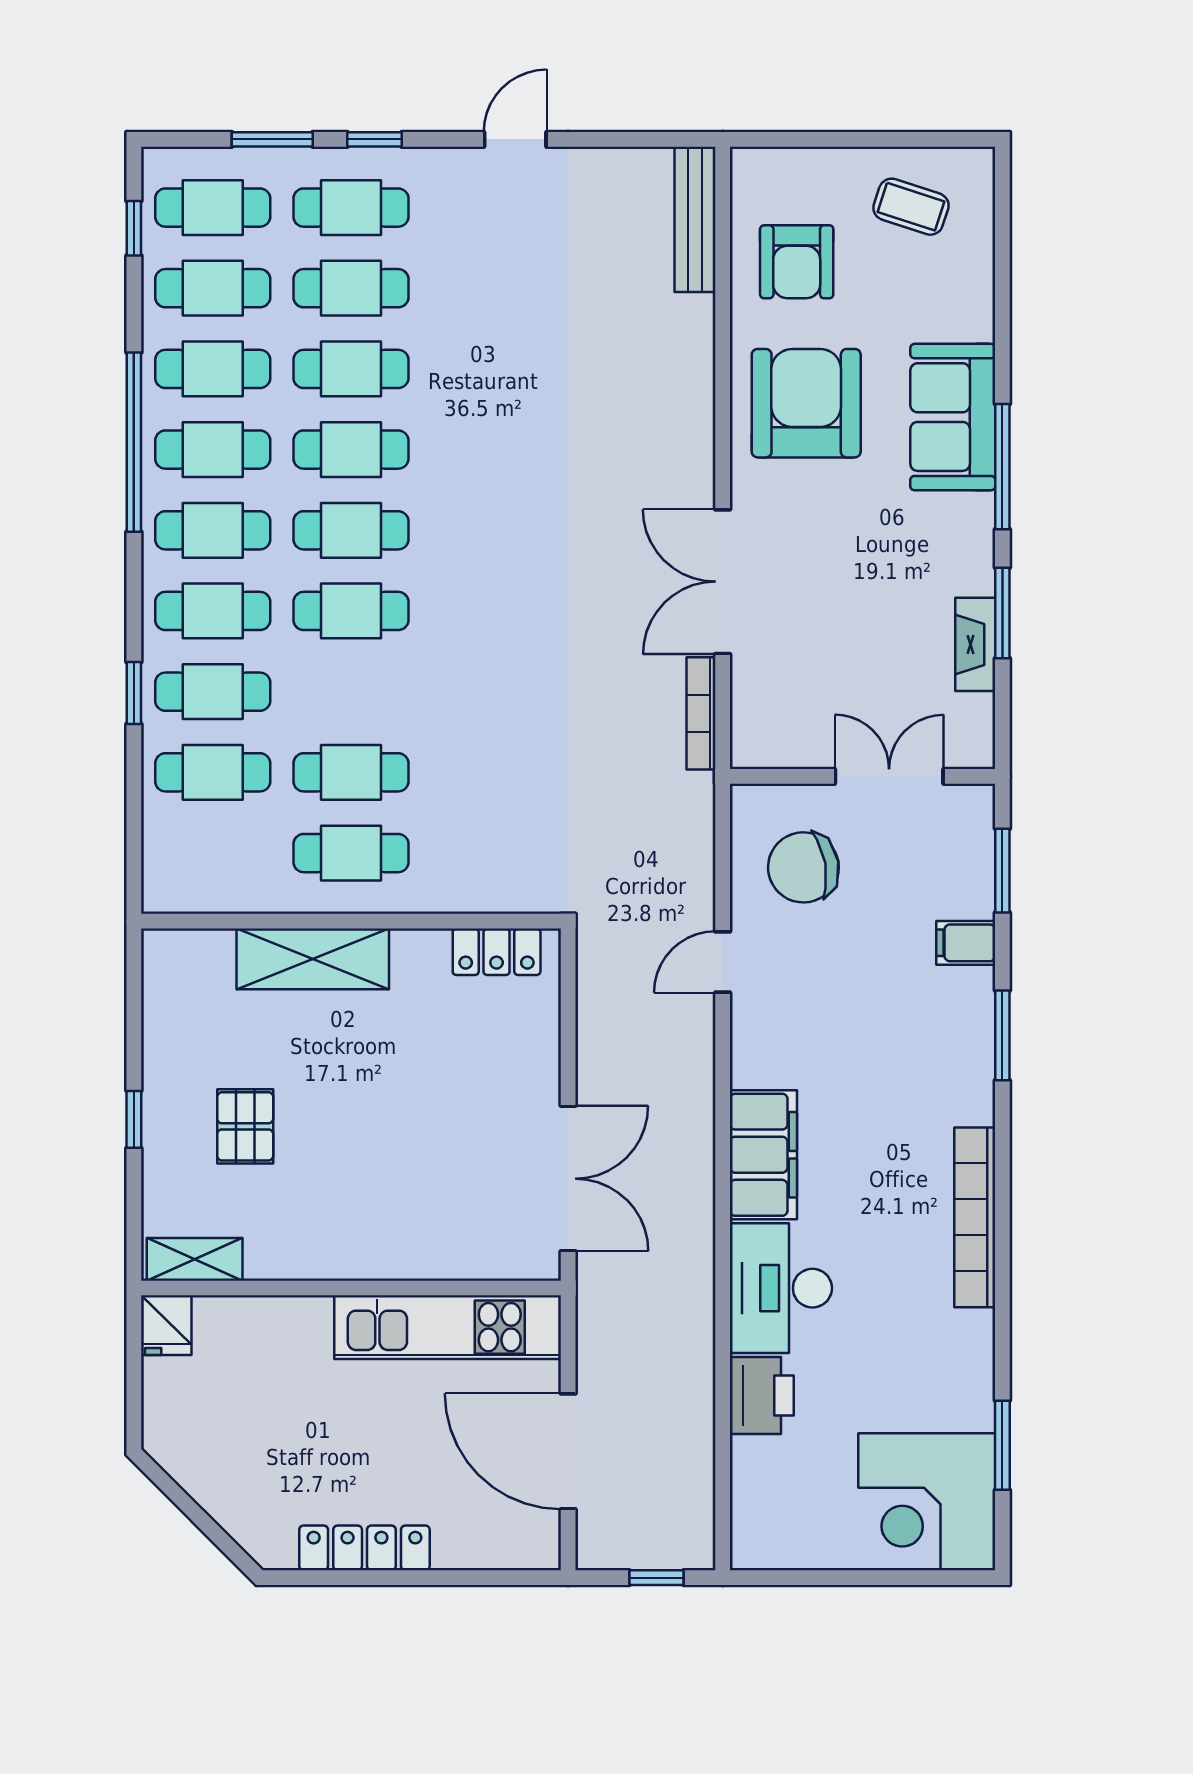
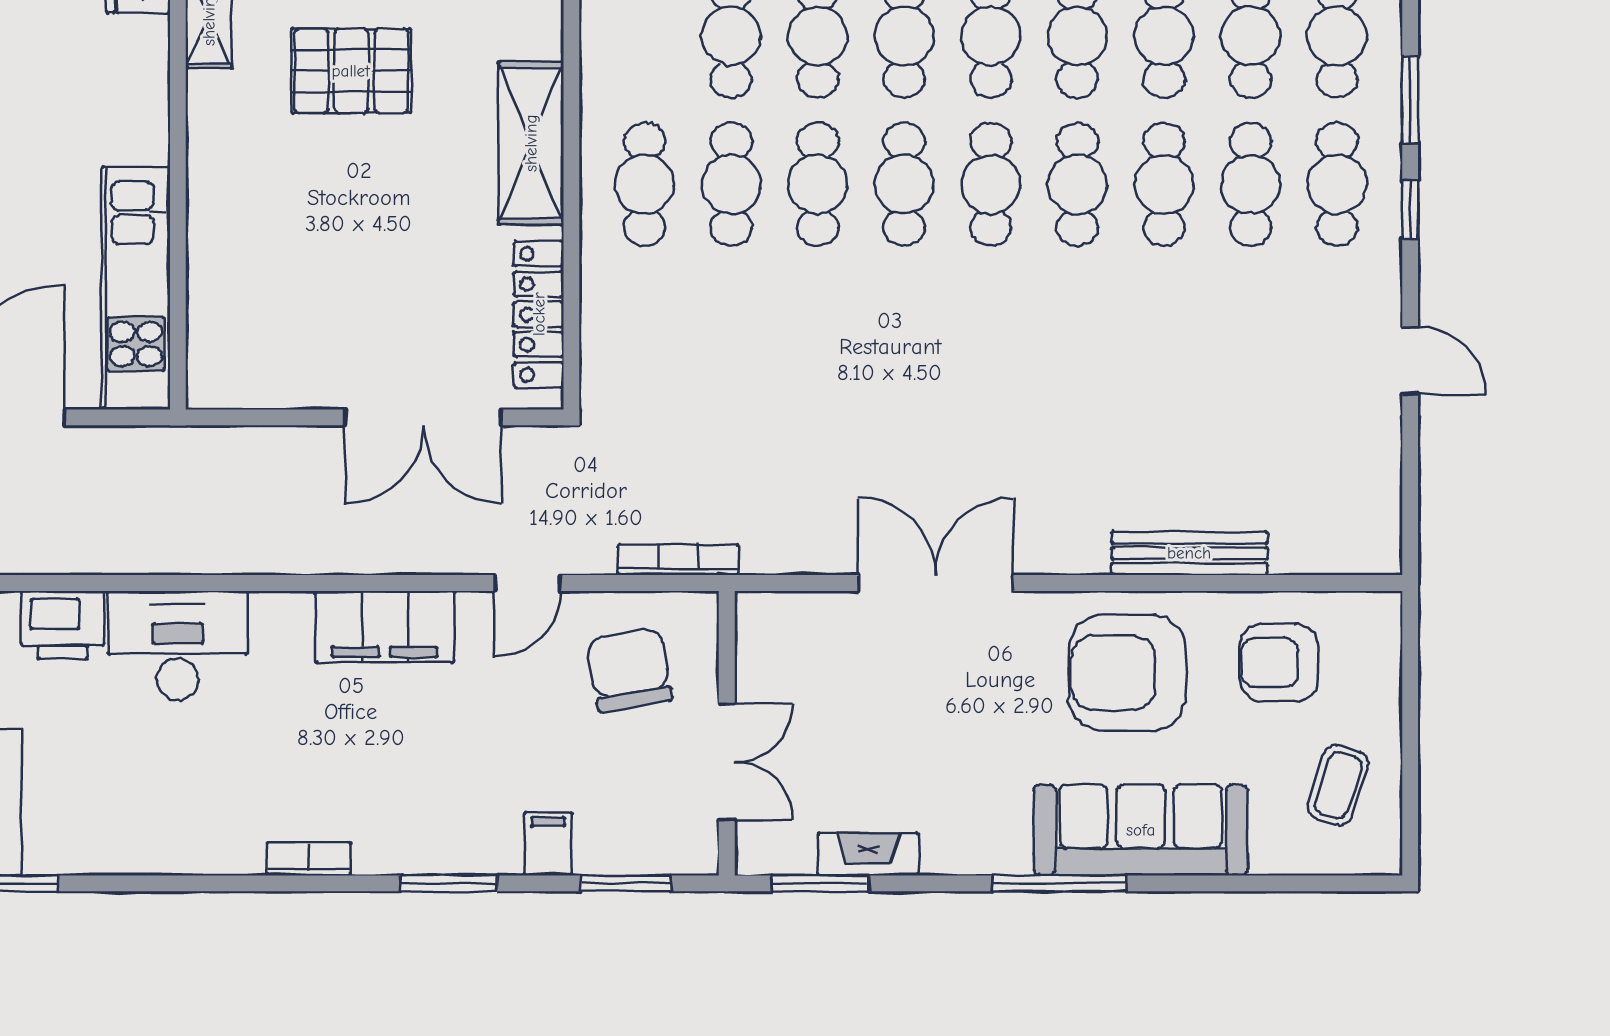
bench: (695, 219) -> (1189, 553), moved
armchair: (806, 403) -> (1127, 673), turned 180
sofa: (953, 417) -> (1141, 830), width x1.36
window: (1002, 613) -> (820, 883), moved
cafe table: (351, 692) -> (818, 184), added
bookcase: (701, 713) -> (678, 560), moved
locker: (497, 952) -> (539, 314), width x1.53
door: (723, 962) -> (528, 583), swing flipped
pallet: (245, 1126) -> (351, 71), width x1.50, depth x1.42
filing cabinet: (763, 1155) -> (385, 627), moved
double door: (568, 1179) -> (423, 417), moved
bookcase: (975, 1217) -> (308, 859), width x0.43, depth x0.76

